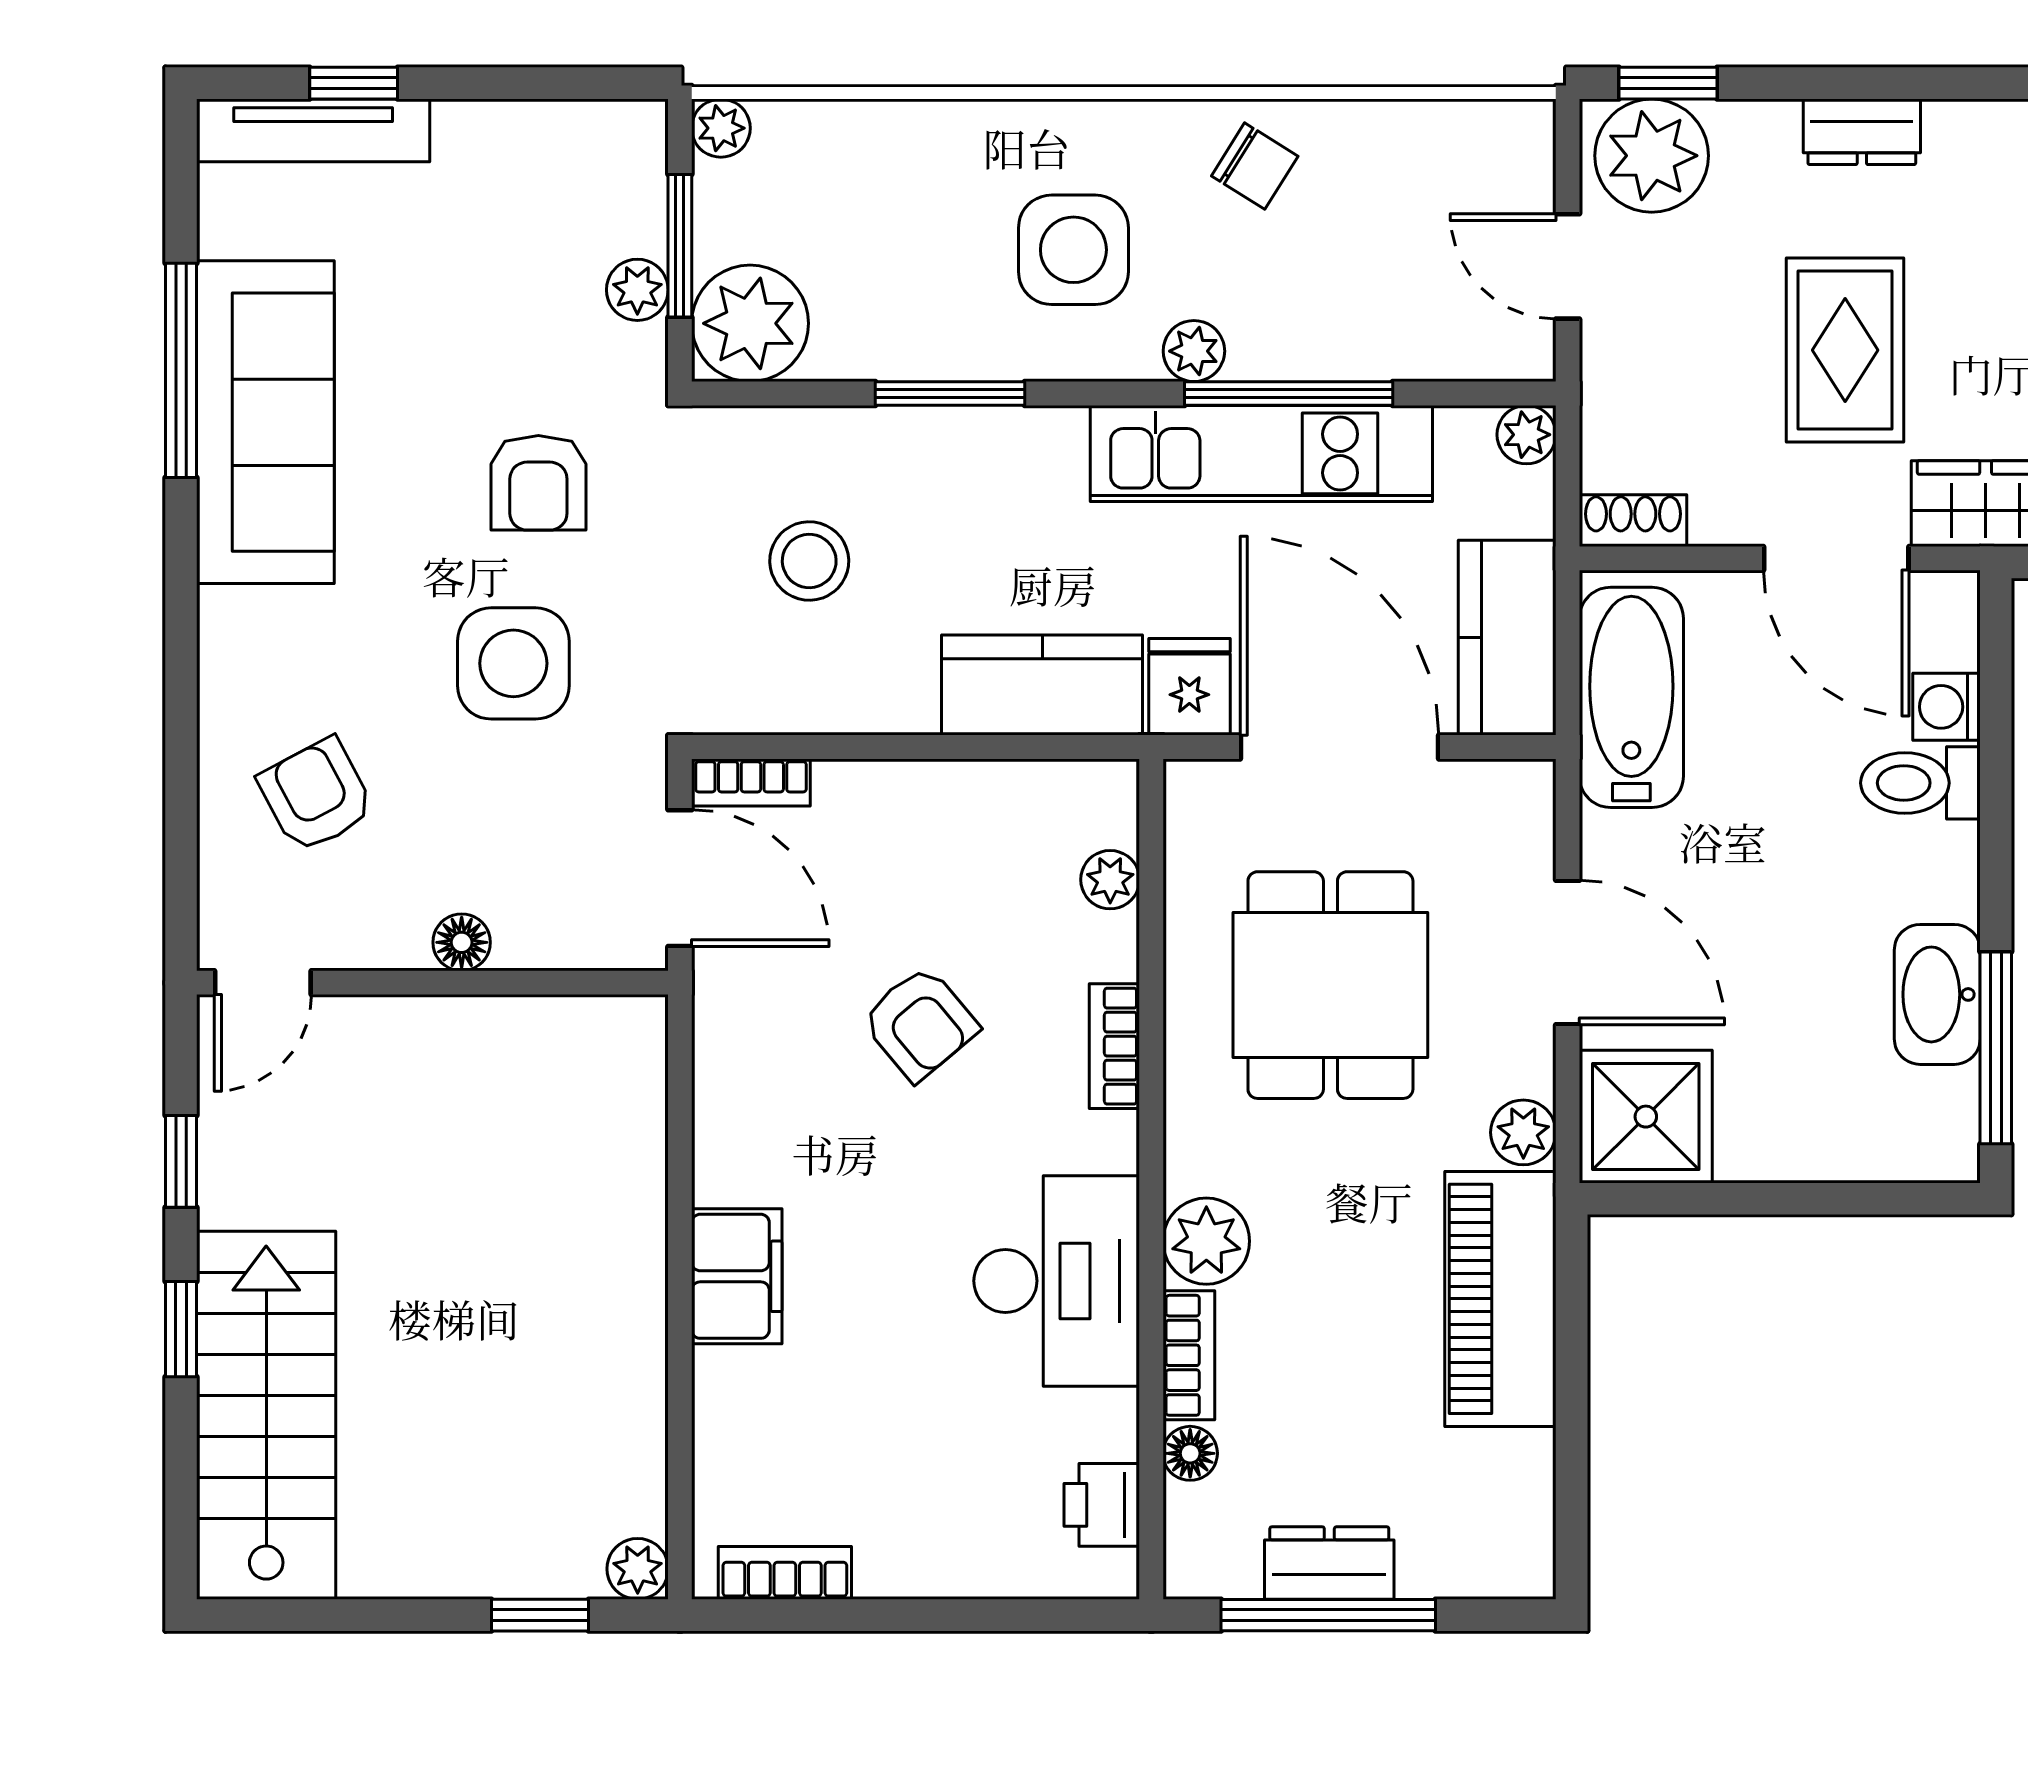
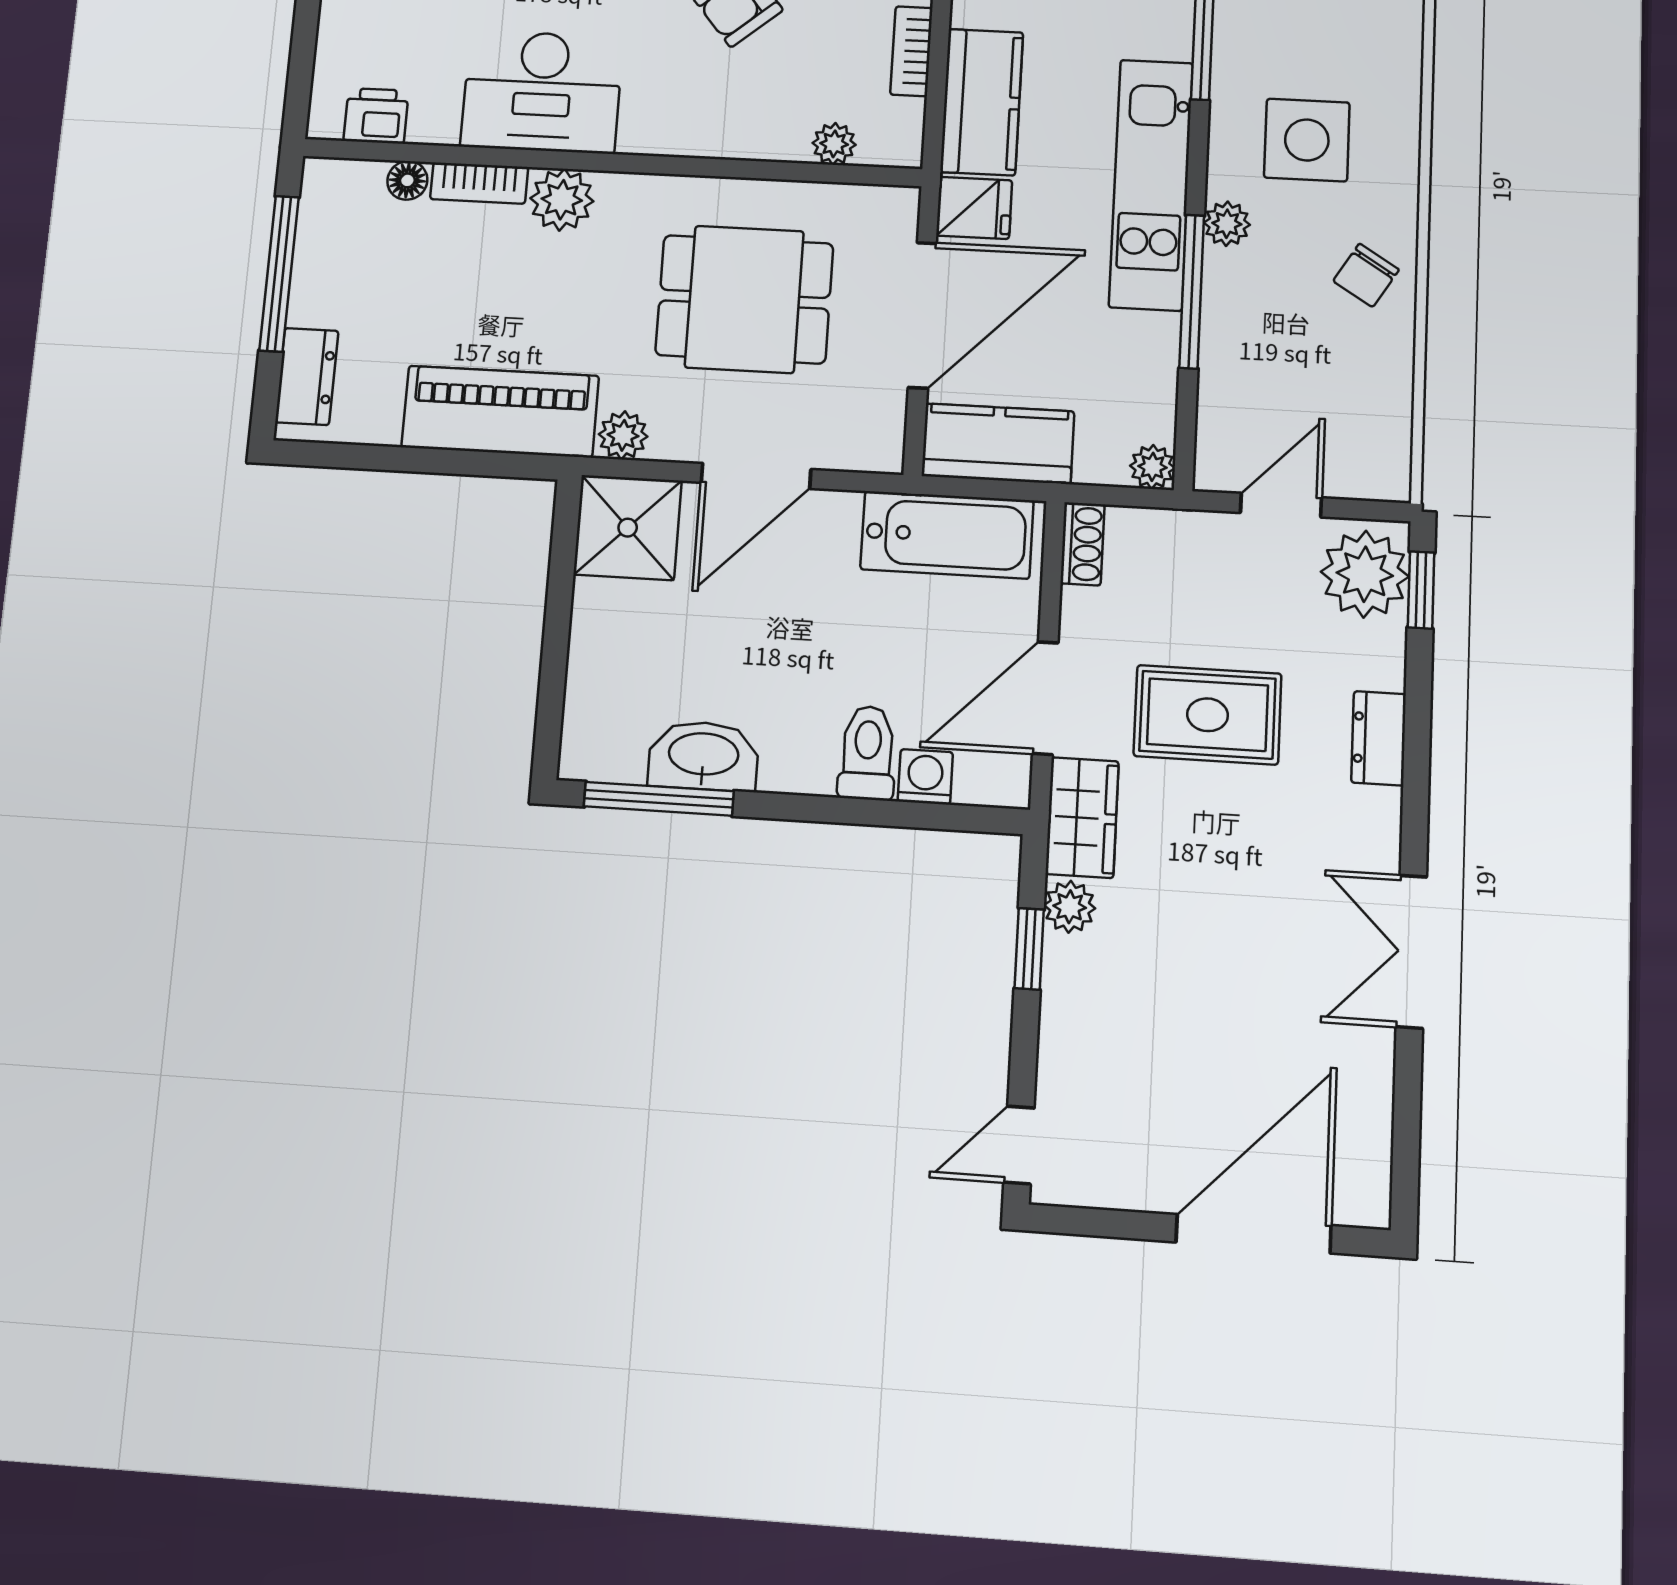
kitchen unit: (1261, 453) -> (1151, 184), moved
bookcase: (1114, 1046) -> (911, 51), moved, turned -90
dresser: (1329, 1563) -> (307, 376), moved

